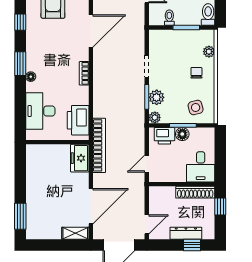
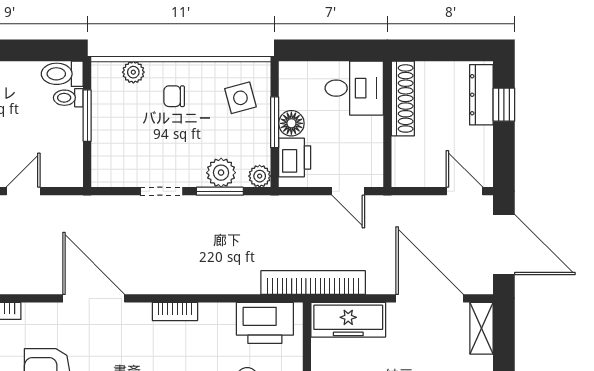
toilet: (169, 18) -> (68, 98), moved
freezer: (80, 158) -> (348, 320), width x1.40
window: (220, 206) -> (430, 50), removed
dresser: (186, 233) -> (481, 95), moved

